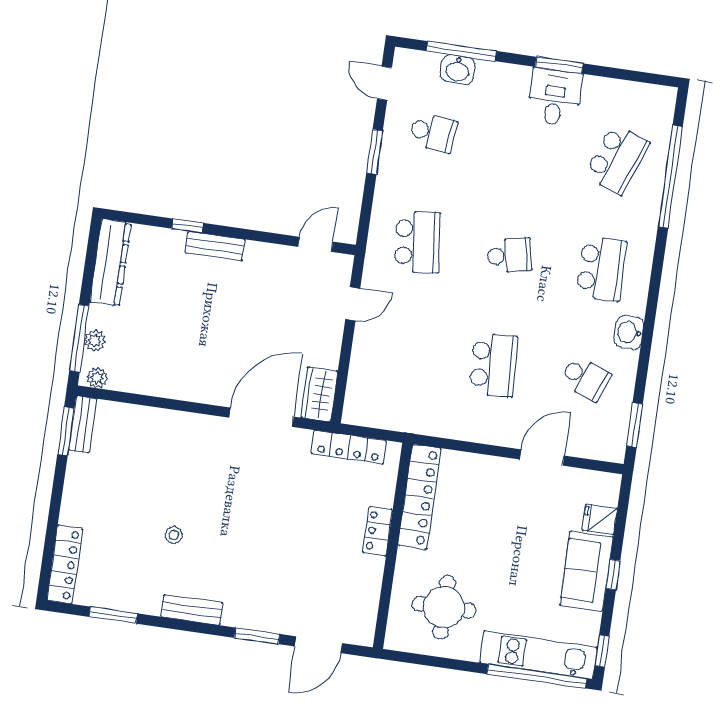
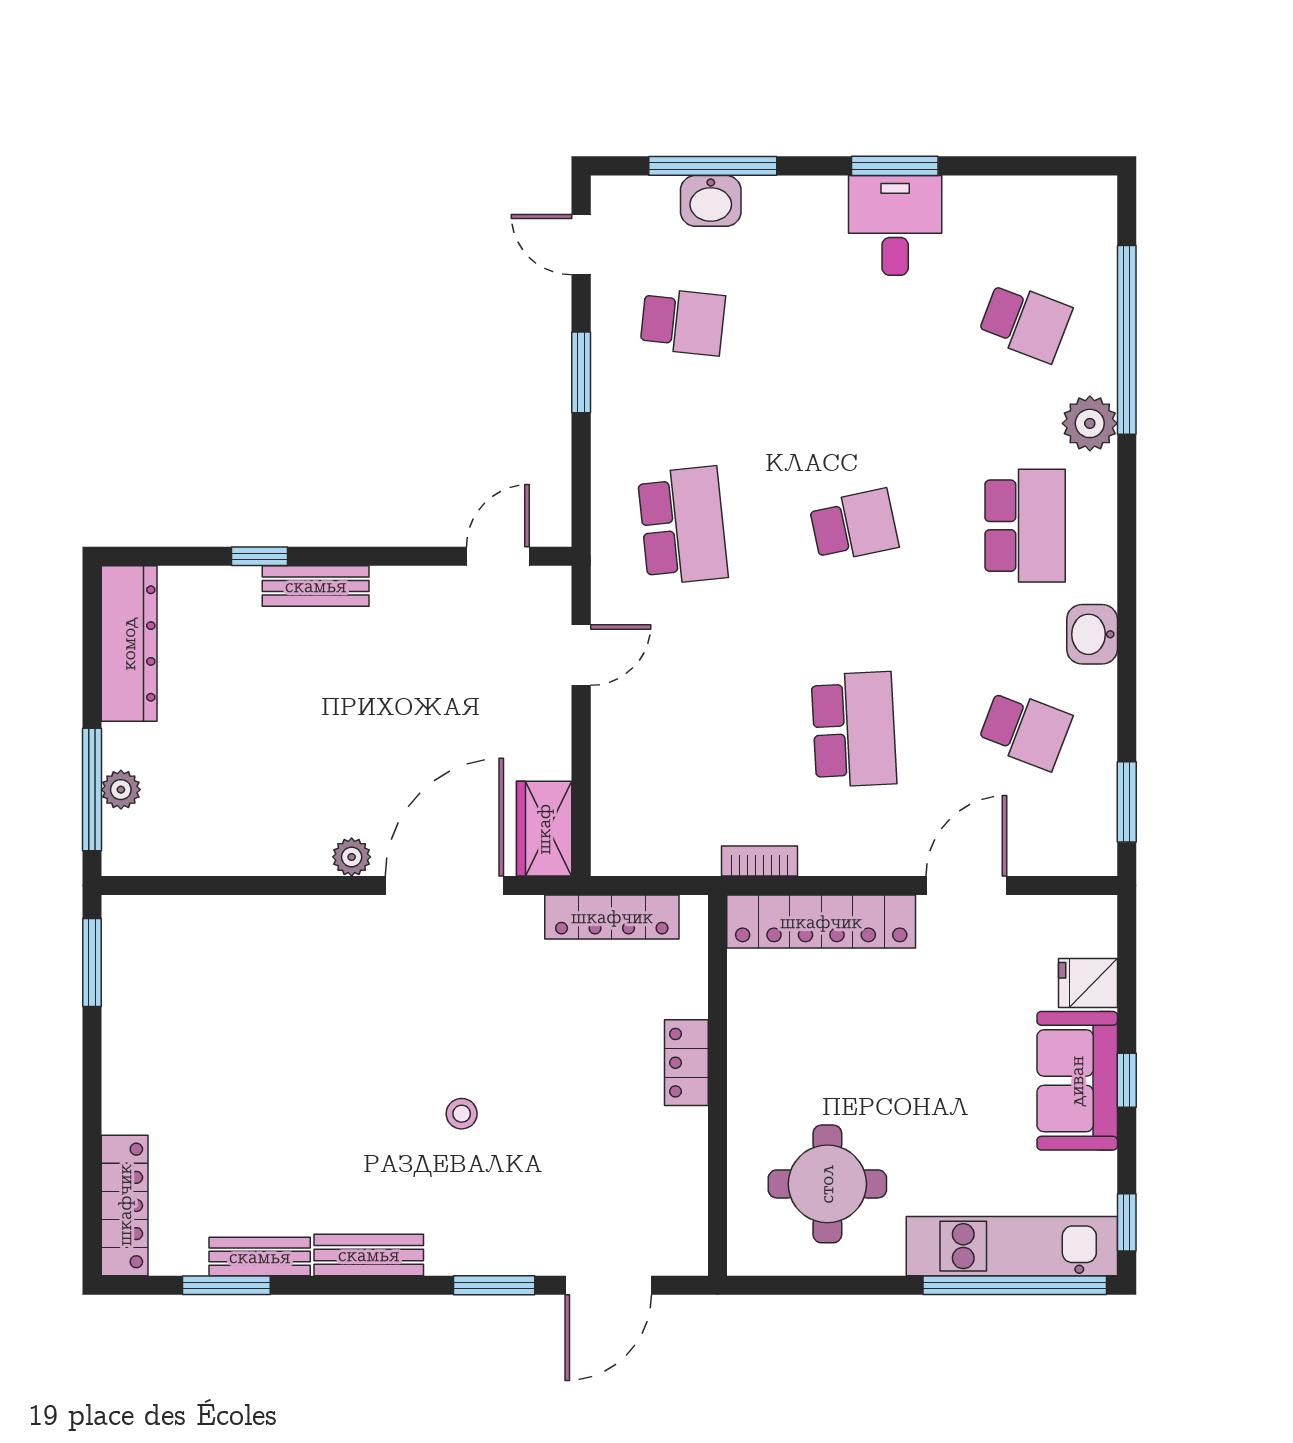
school desk: (617, 159) -> (1025, 322), width x0.54
plant: (644, 219) -> (1090, 423), added
plant: (97, 378) -> (352, 857), moved
bench: (83, 424) -> (260, 1257), moved, turned 90
bookcase: (433, 428) -> (760, 861), added
locker: (419, 497) -> (821, 922), moved, turned 90
stool: (174, 535) -> (462, 1114), moved

